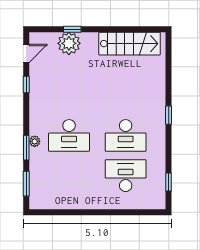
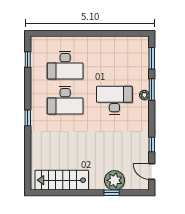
door: (26, 53) -> (152, 172), hinge flipped
desk: (126, 135) -> (65, 100), turned 180

